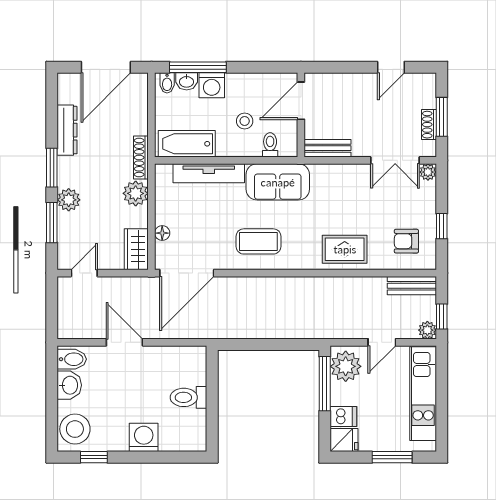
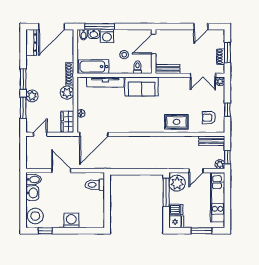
dresser: (67, 130) -> (31, 43), moved
coffee table: (258, 241) -> (131, 118), removed
toilet: (188, 397) -> (95, 185), moved

